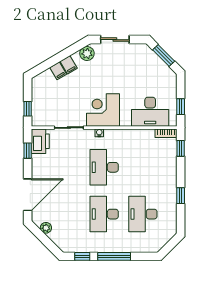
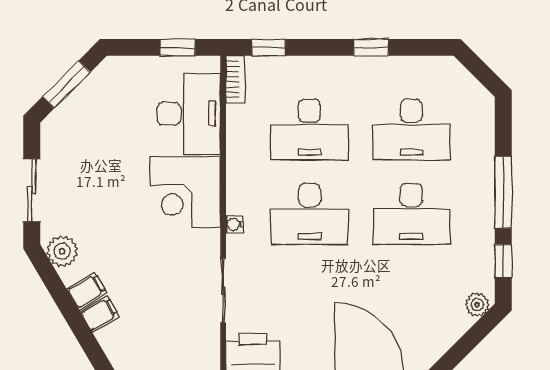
corner desk: (103, 110) -> (185, 192), moved
desk: (143, 167) -> (310, 130), added
plant: (46, 228) -> (477, 305), moved

